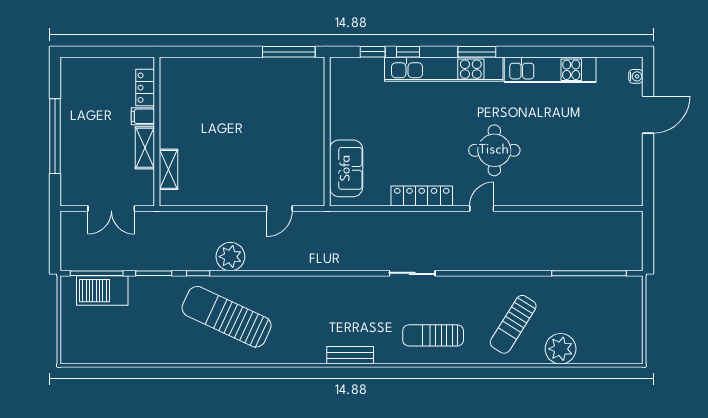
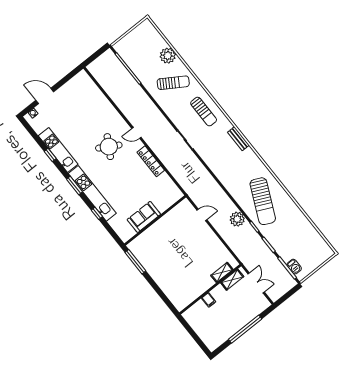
window: (373, 52) -> (50, 155), moved
locker: (145, 88) -> (196, 308), removed
shelving: (145, 148) -> (232, 280), moved
round table: (494, 150) -> (109, 147), turned 30
sofa: (346, 168) -> (144, 217), moved
barbecue: (102, 291) -> (294, 267), width x0.53, depth x0.65

